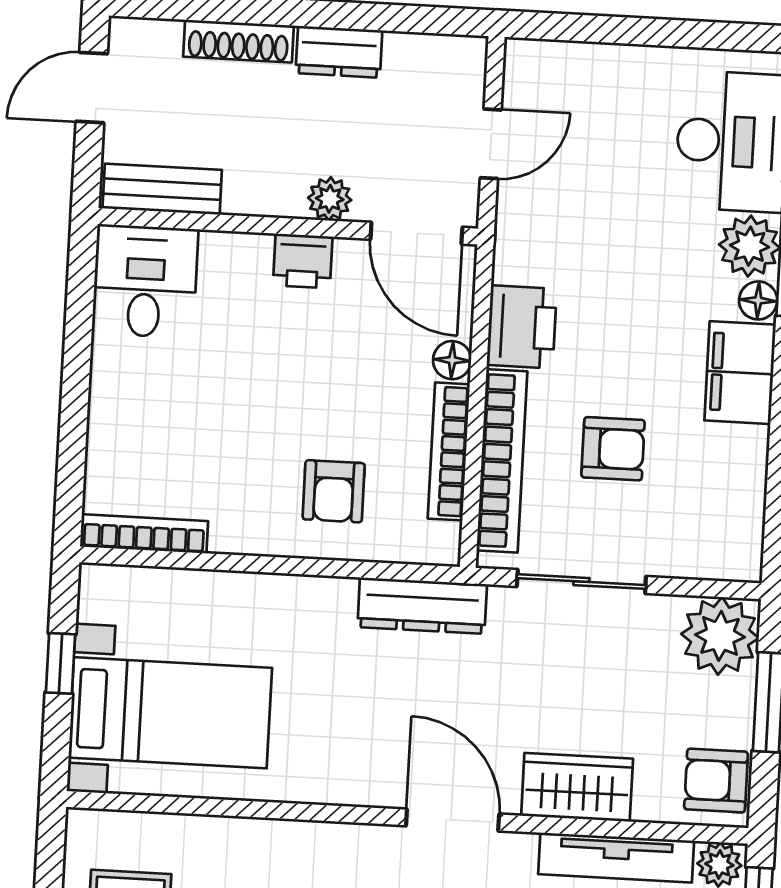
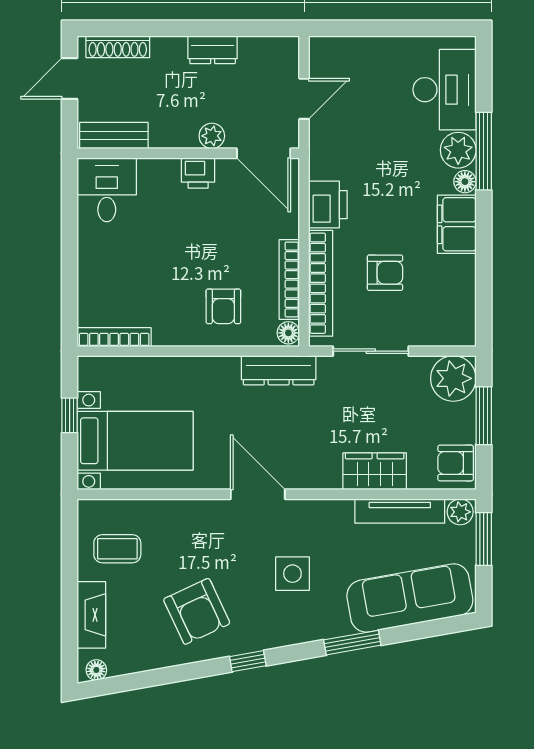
shoe rack: (238, 41) -> (118, 47), moved
floor lamp: (452, 360) -> (288, 333), moved
door: (453, 820) -> (258, 494), moved

